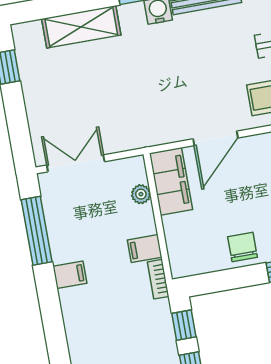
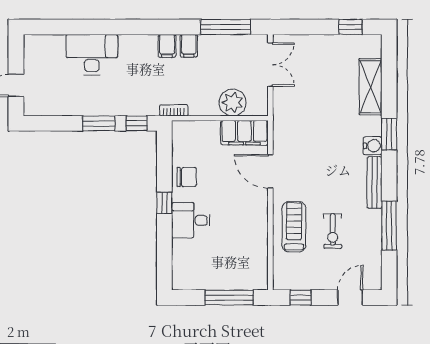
plant: (141, 194) -> (233, 103), width x1.87, depth x1.87
filing cabinet: (145, 249) -> (167, 46), moved, turned 180

